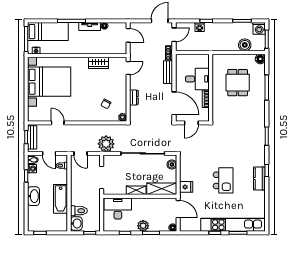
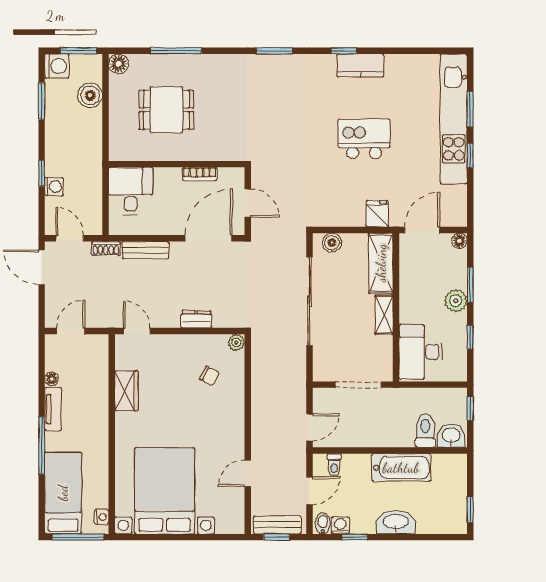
desk: (197, 79) -> (131, 191), moved
plant: (106, 144) -> (290, 376), removed

